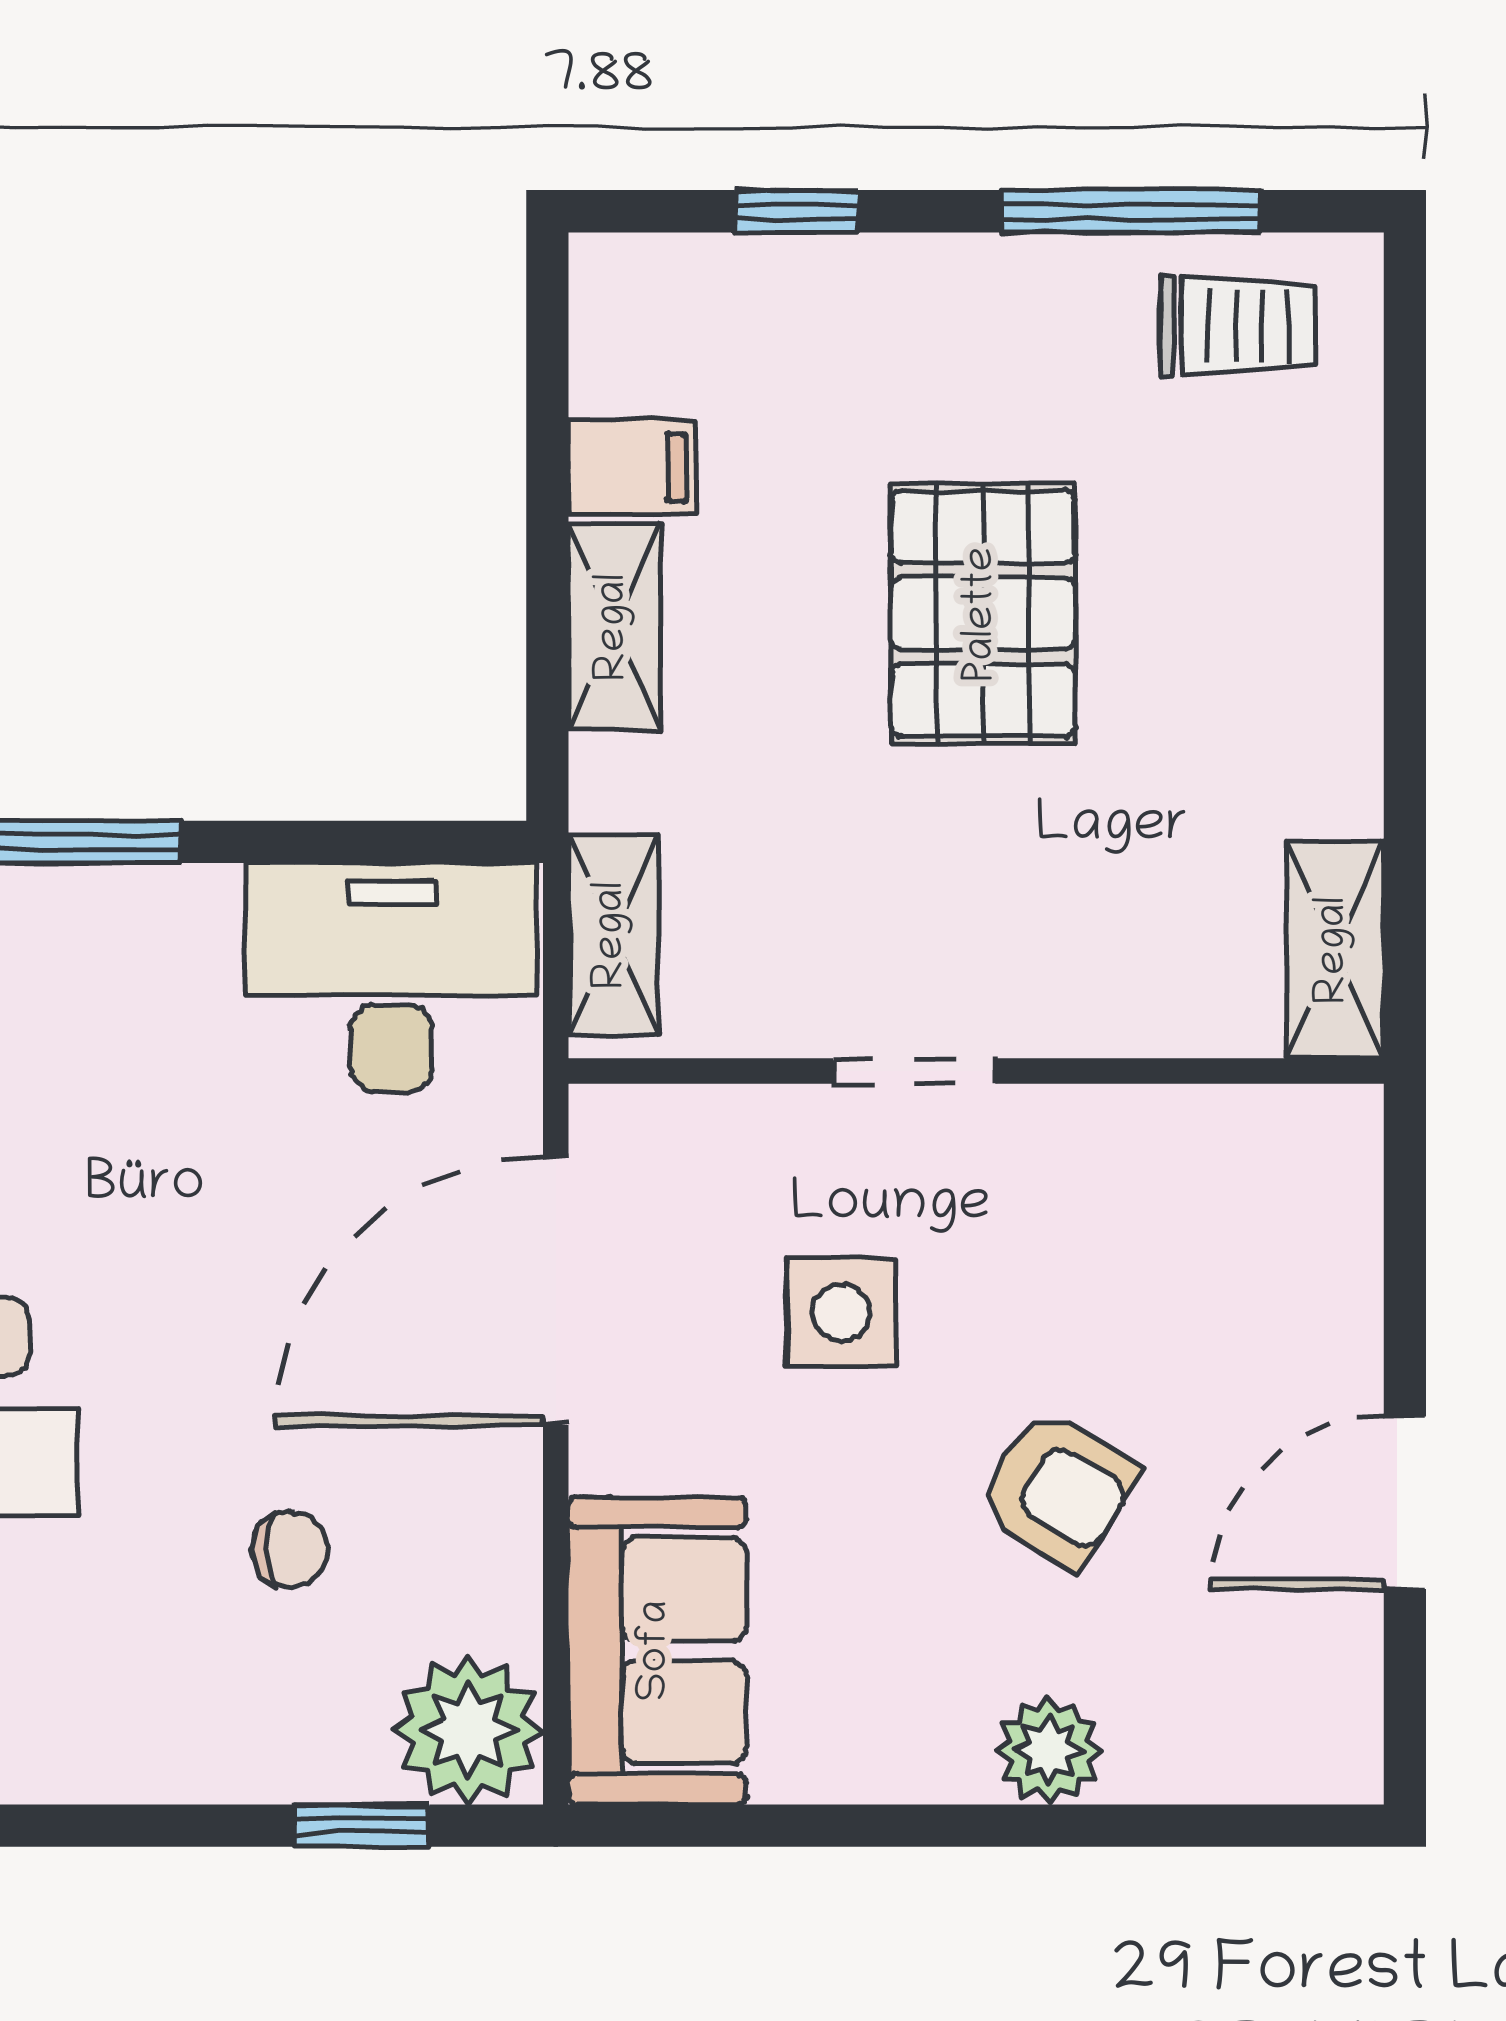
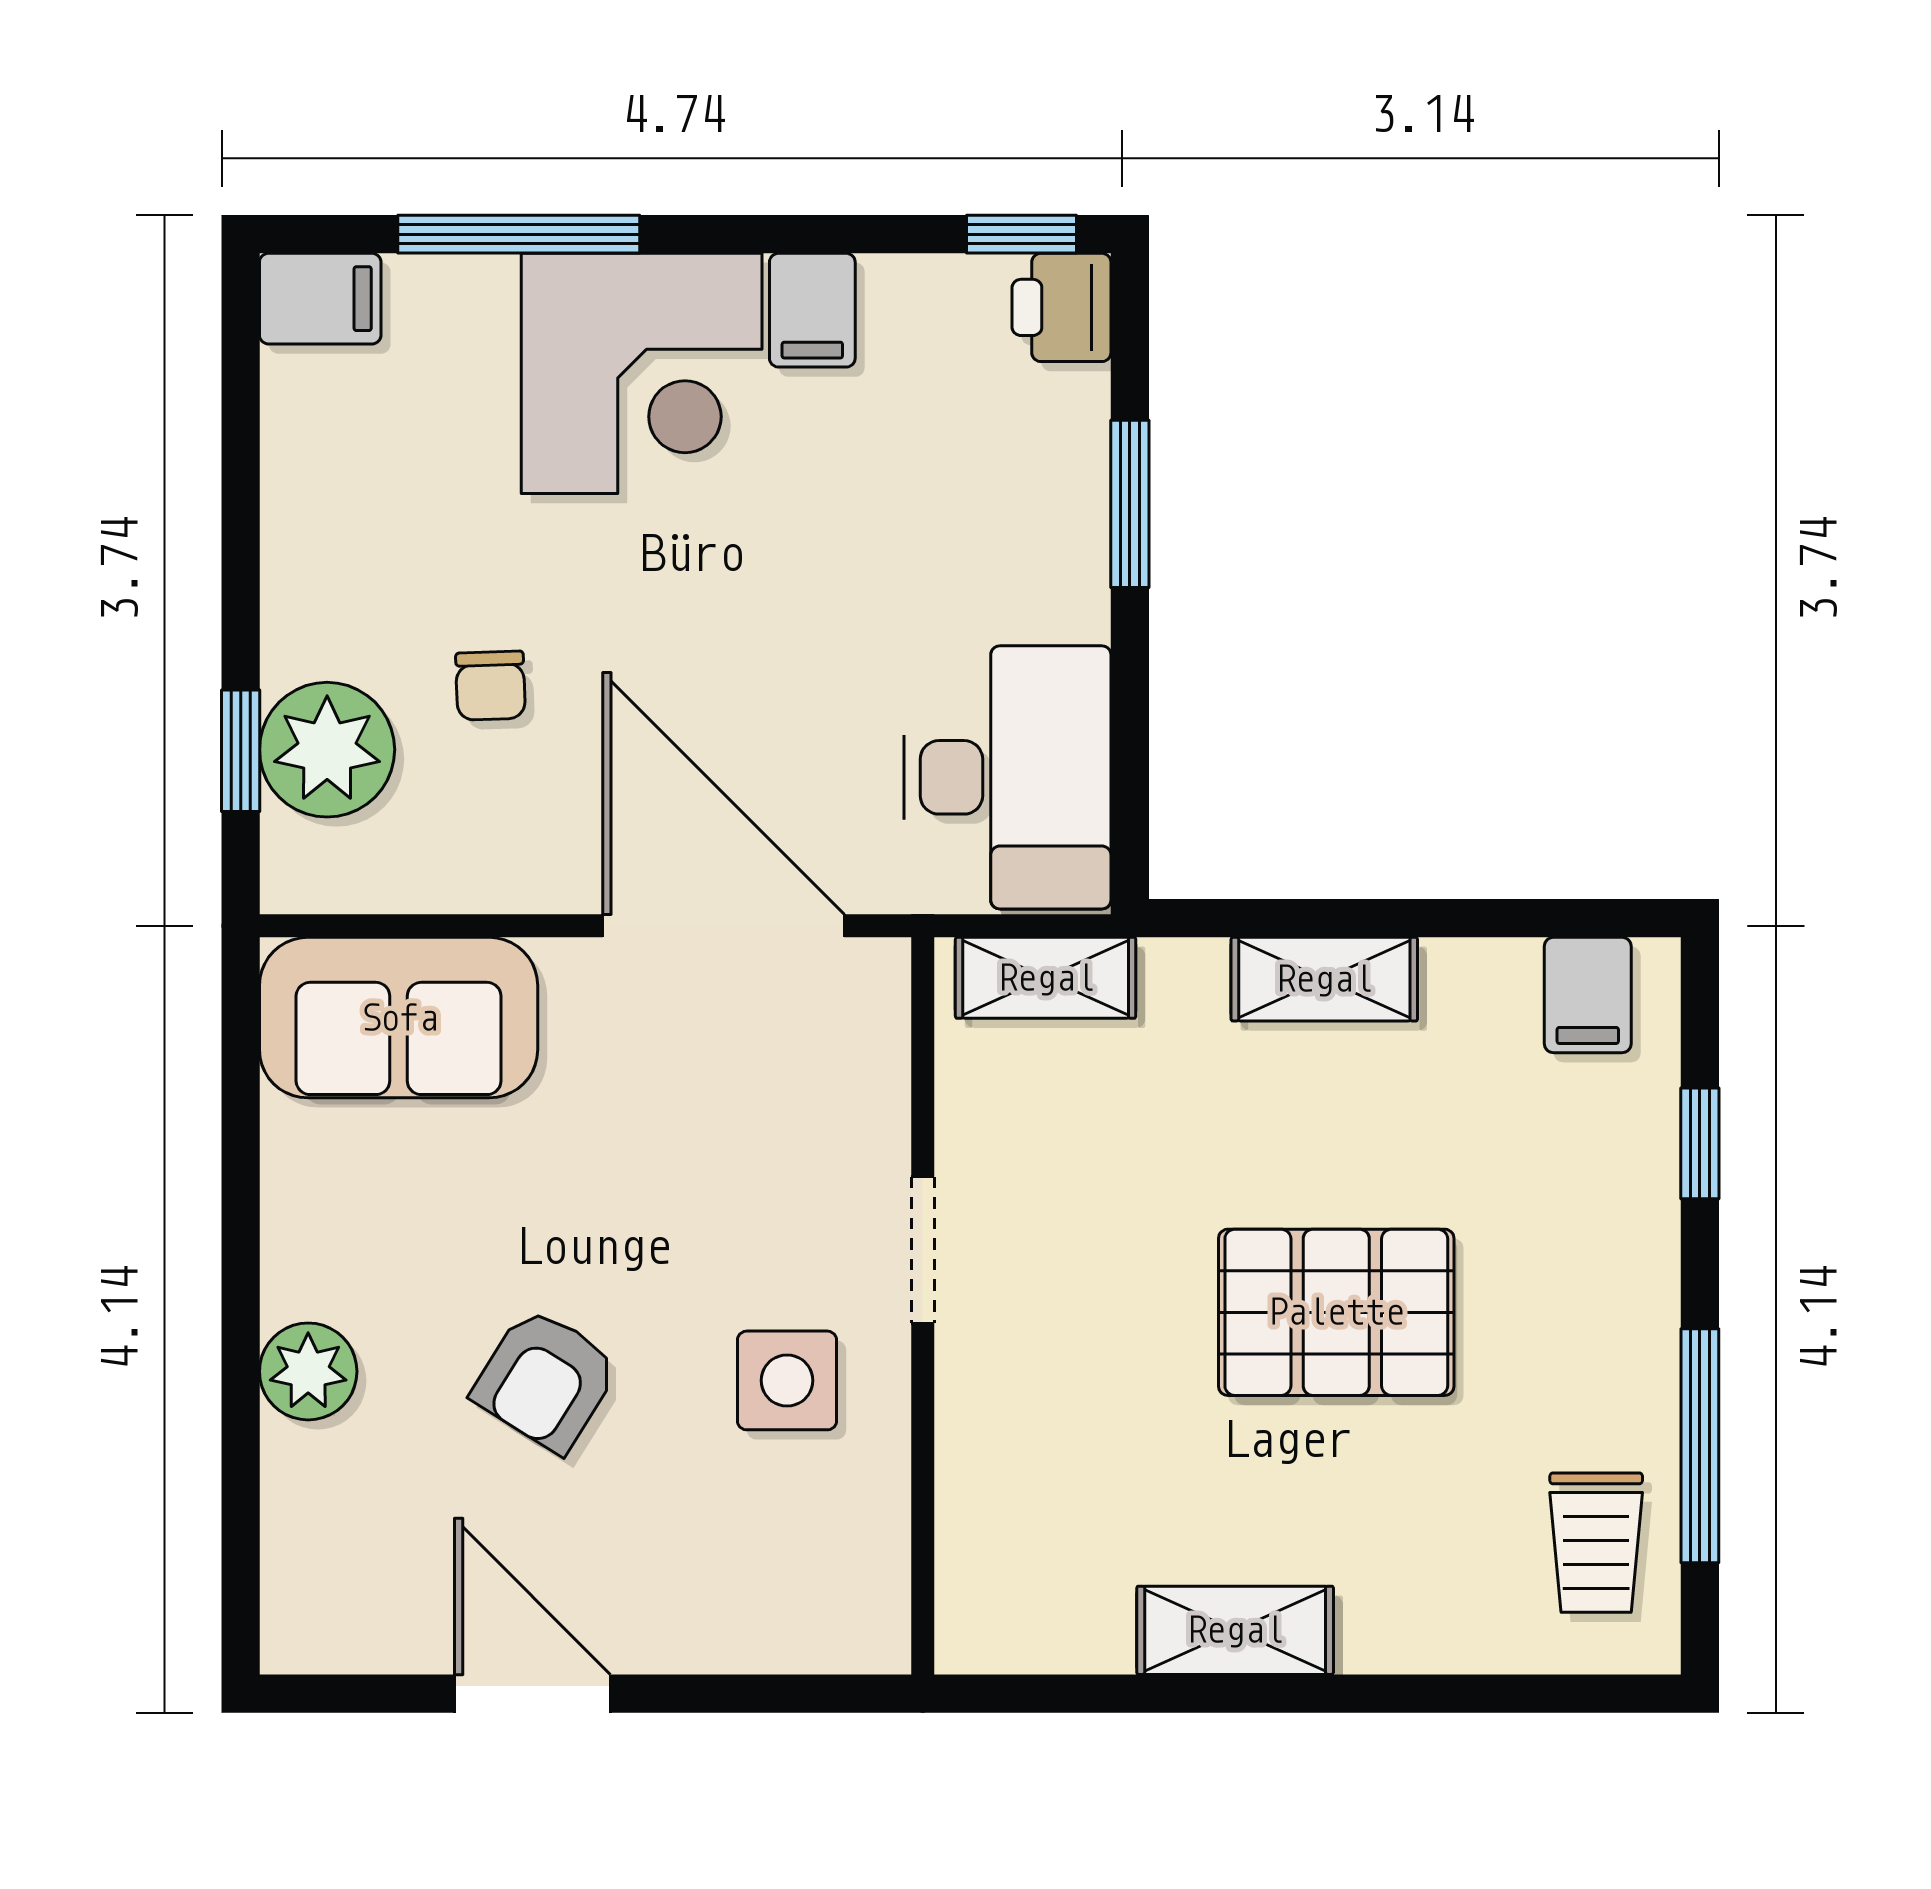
filing cabinet: (632, 467) -> (1588, 995), moved
shelving: (1335, 950) -> (1235, 1630), moved
side table: (841, 1313) -> (787, 1380), moved
plant: (468, 1730) -> (327, 750), moved

